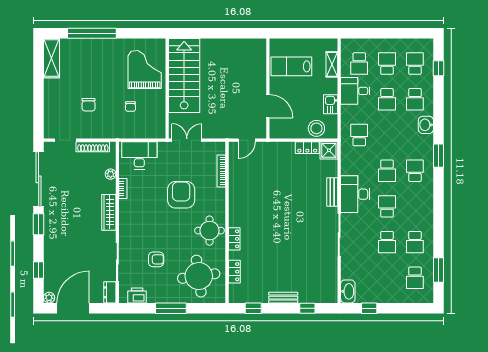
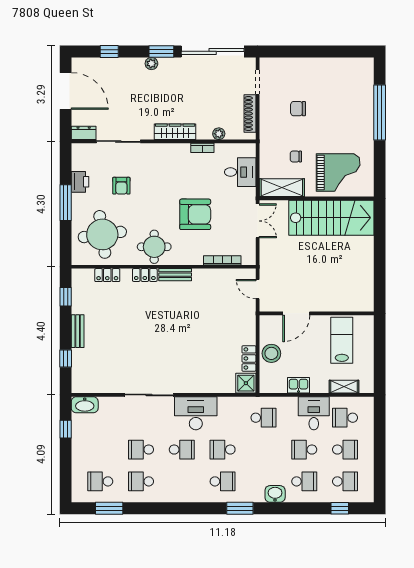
shelving: (52, 58) -> (282, 188), moved
school desk: (415, 99) -> (304, 481), turned 180
stool: (316, 128) -> (271, 353), moved
desk: (139, 155) -> (240, 172), width x0.73
bench: (332, 192) -> (175, 275), moved
printer: (137, 295) -> (80, 182), moved
plant: (49, 298) -> (151, 64), moved

